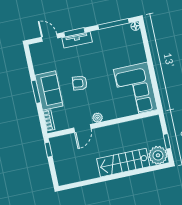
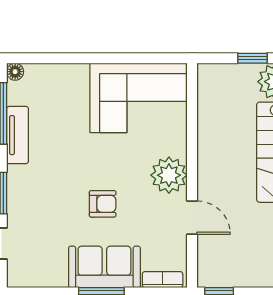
tv unit: (77, 40) -> (17, 135), moved
armchair: (80, 83) -> (103, 204), turned -96
plant: (97, 118) -> (169, 175), width x1.88, depth x1.88

